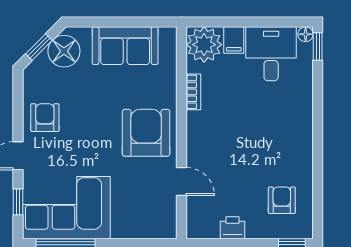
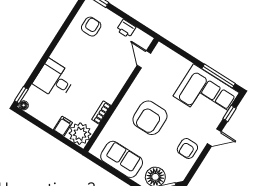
desk: (271, 54) -> (54, 80), moved, turned 90
armchair: (146, 133) -> (150, 118), moved
door: (182, 181) -> (144, 59), moved
armchair: (282, 200) -> (91, 27), turned 180

